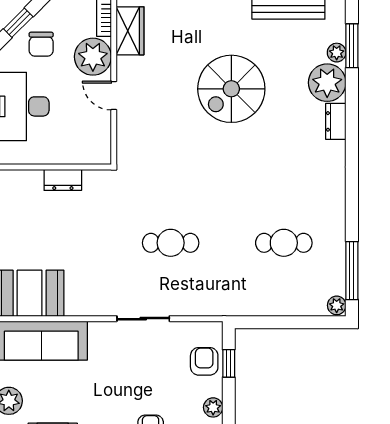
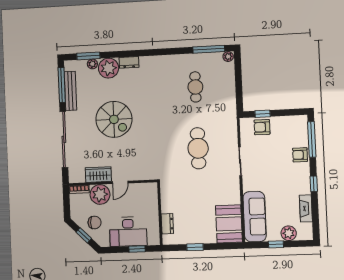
wardrobe: (130, 31) -> (98, 175), moved
dresser: (63, 180) -> (167, 224), moved
cafe table: (171, 243) -> (198, 148), width x1.37, depth x1.35
plant: (213, 407) -> (287, 121), removed

